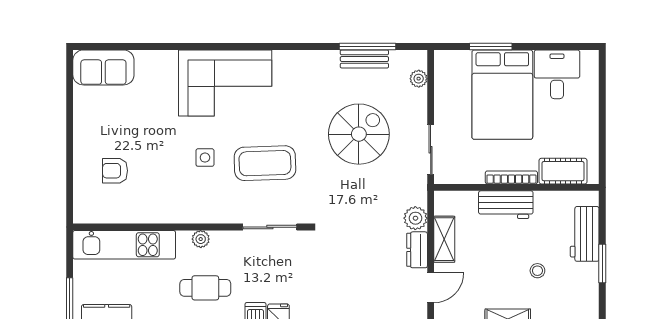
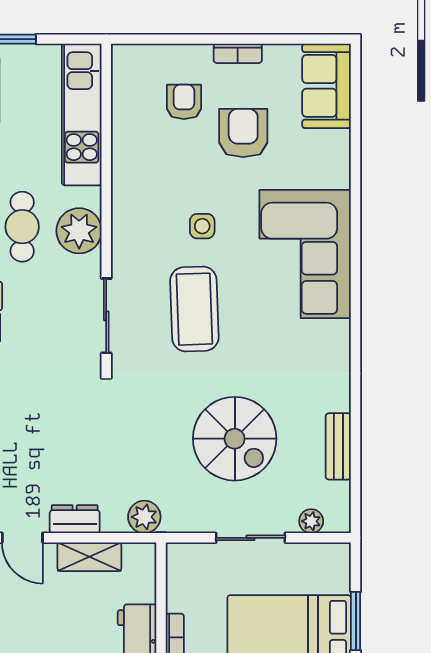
window: (367, 47) -> (356, 451), removed
armchair: (138, 128) -> (243, 133), added
bookcase: (80, 132) -> (238, 53), added
sliding door: (431, 150) -> (251, 538), moved
plant: (415, 218) -> (144, 517), moved
plant: (201, 239) -> (79, 231), width x1.88, depth x1.88

